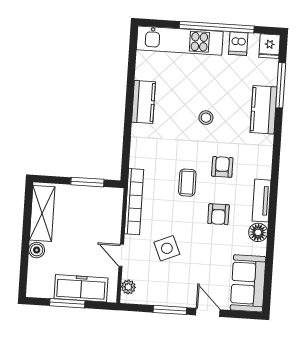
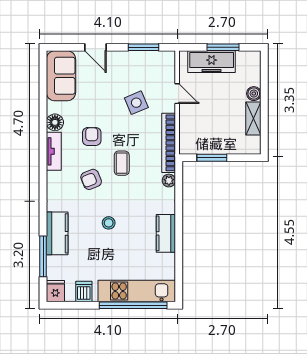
window: (217, 27) -> (133, 305), moved
armchair: (222, 167) -> (91, 179), turned 68
shelving: (42, 213) -> (253, 119), width x0.67, depth x0.75
plant: (128, 287) -> (169, 181), moved
window: (170, 310) -> (144, 47), moved

